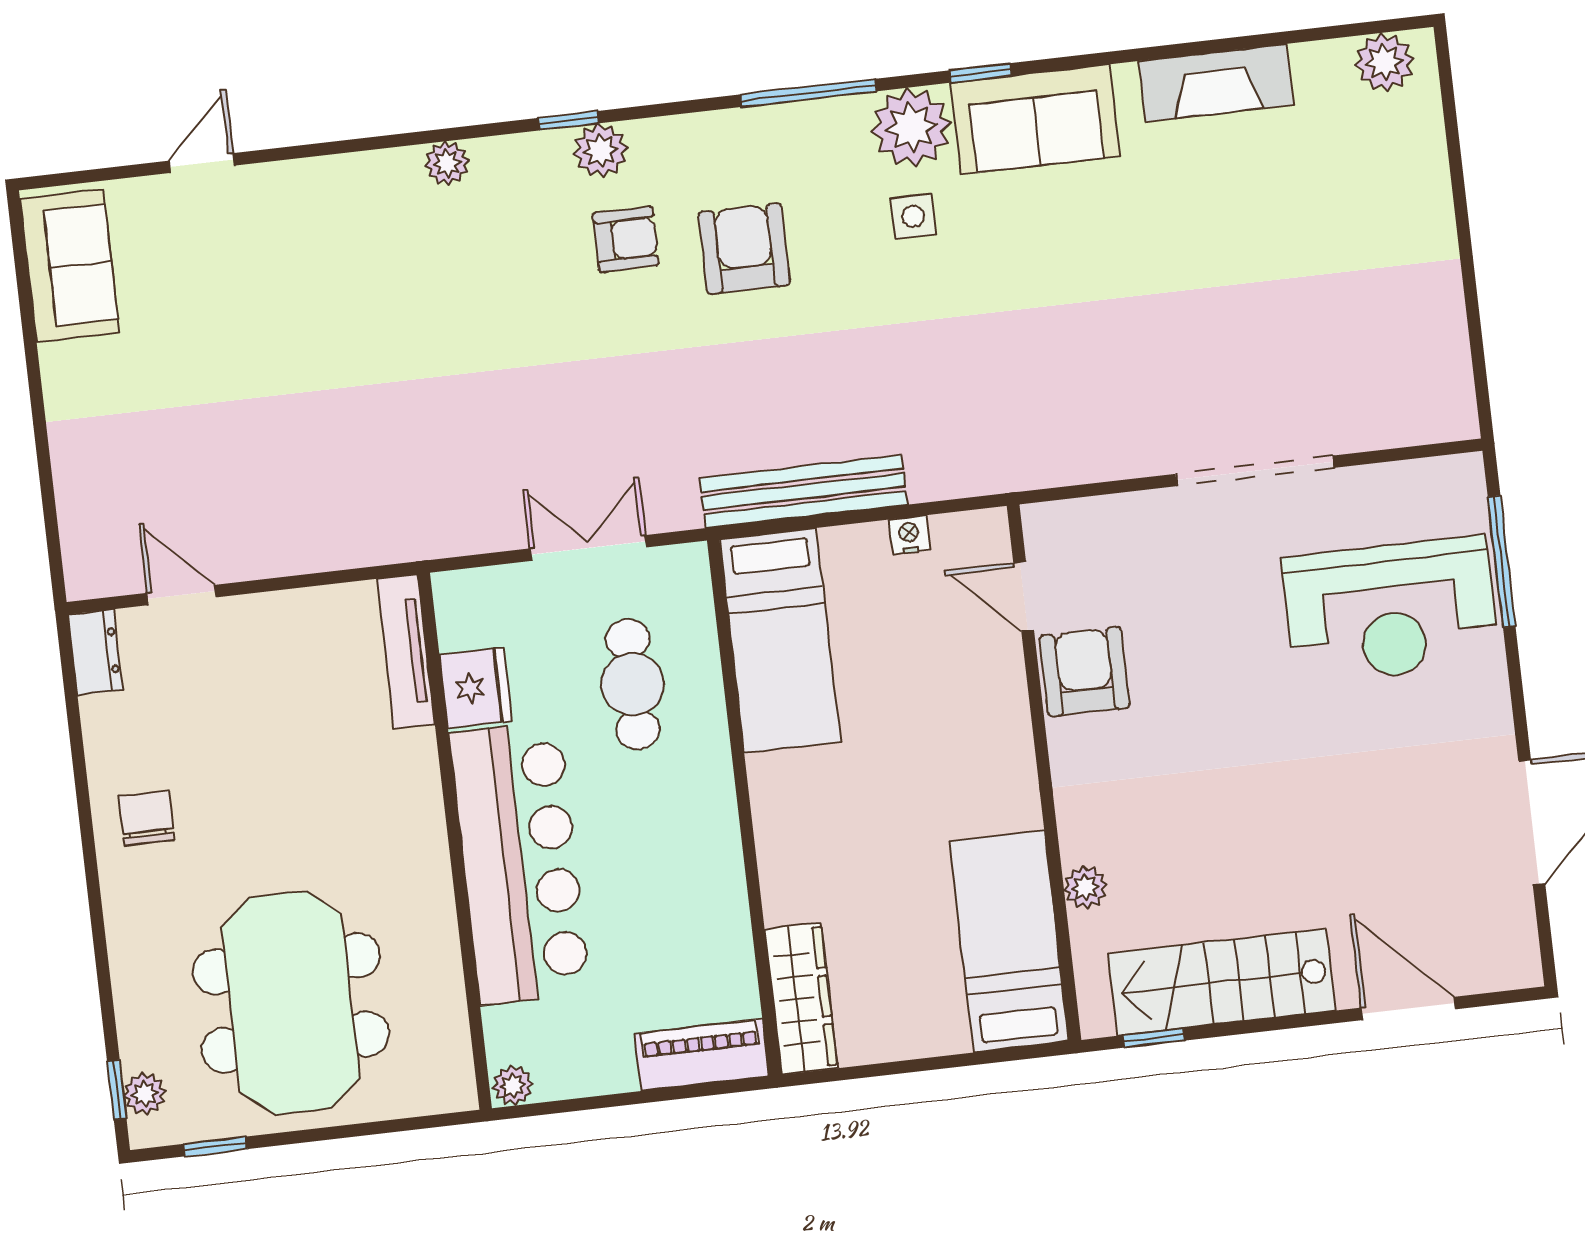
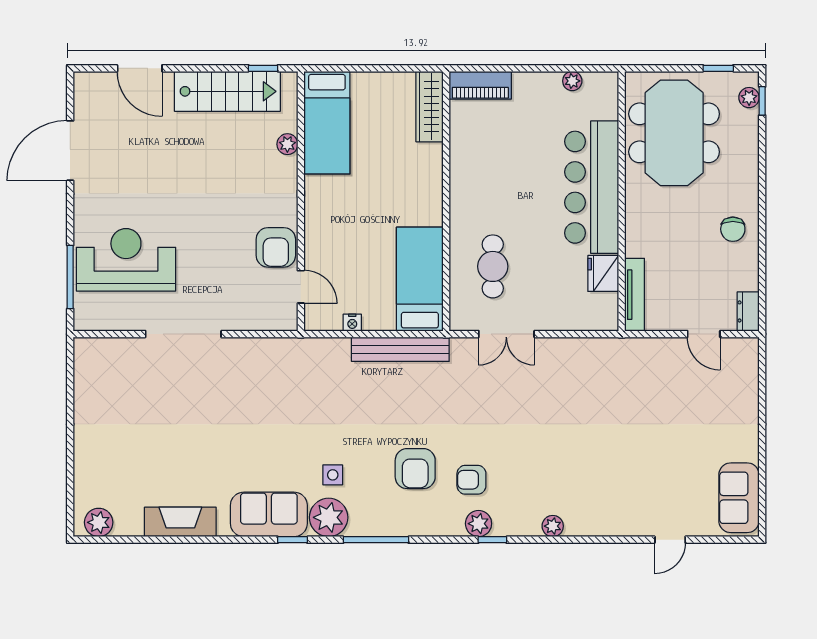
tv unit: (406, 651) -> (635, 295), moved
fridge: (476, 688) -> (603, 273), moved
wall: (455, 841) -> (622, 201), moved
bar counter: (520, 863) -> (592, 187), moved

